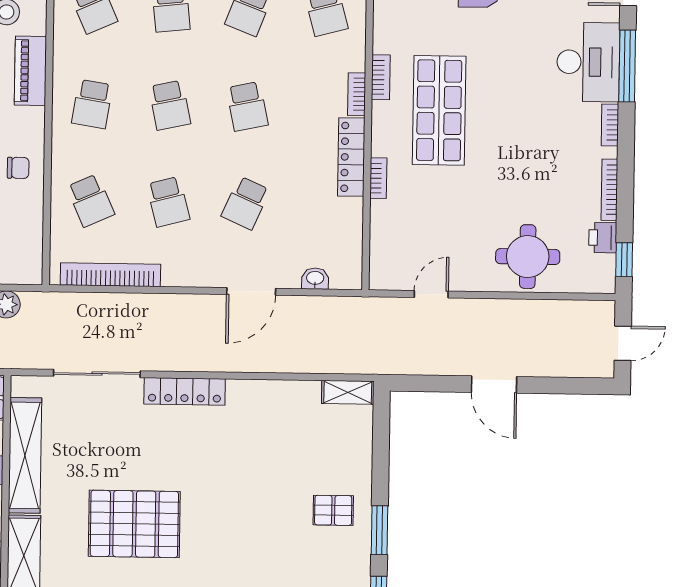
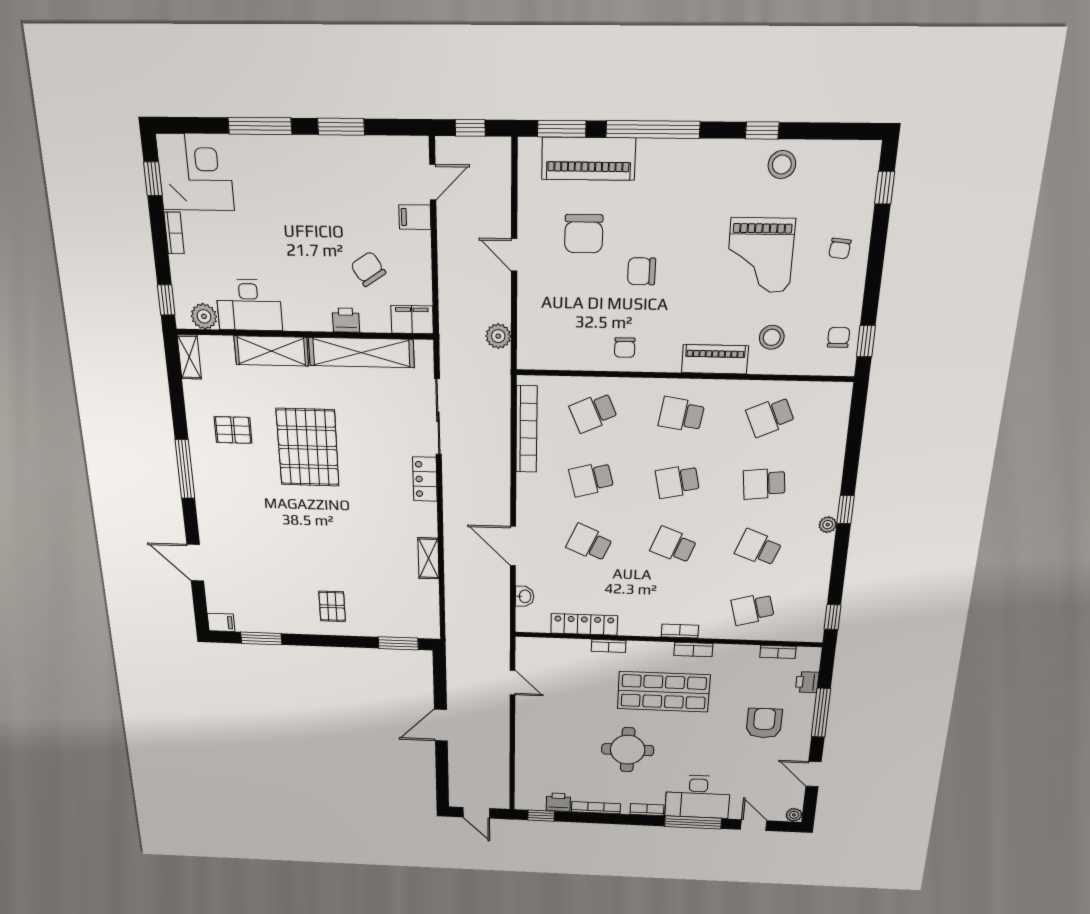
school desk: (247, 106) -> (673, 545), turned 33
locker: (351, 157) -> (584, 624), moved
round table: (528, 257) -> (628, 750), moved
locker: (185, 391) -> (425, 479), width x0.66
shelving: (348, 392) -> (428, 558), moved
window: (379, 530) -> (398, 643), moved

